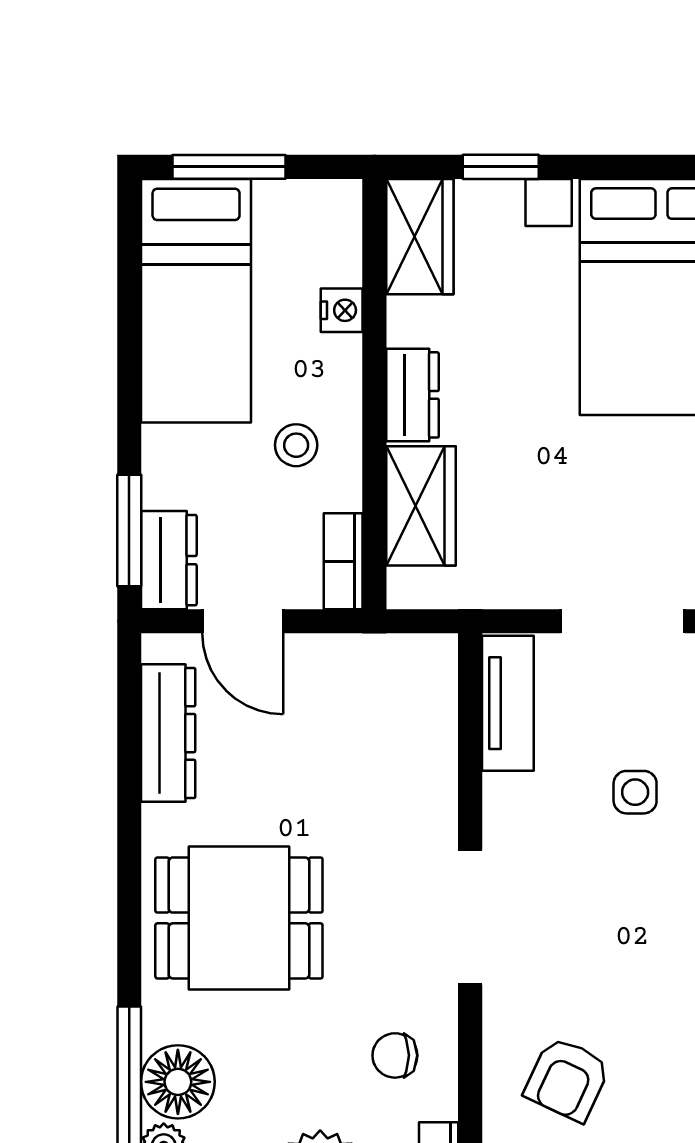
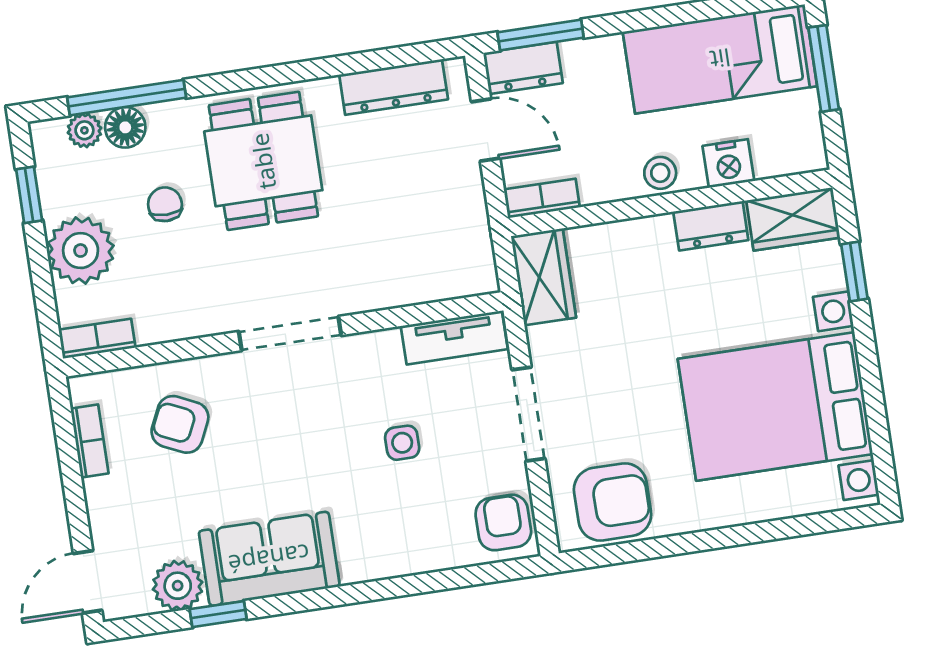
nightstand: (342, 310) -> (728, 163), width x1.39, depth x1.35
dresser: (412, 395) -> (711, 226), moved
stool: (296, 445) -> (660, 173), moved
wardrobe: (421, 506) -> (543, 277), moved, turned -90
door: (243, 621) -> (486, 130), swing flipped
chair: (395, 1055) -> (165, 204), moved
floor lamp: (178, 1082) -> (125, 127), width x0.73, depth x0.73

